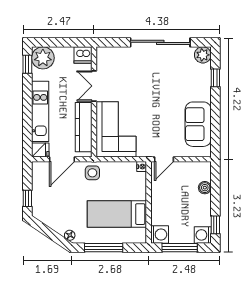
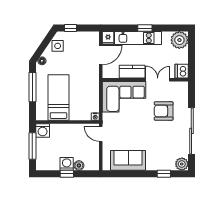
window: (27, 64) -> (145, 28), moved
armchair: (134, 78) -> (164, 111), added
kitchen counter: (84, 127) -> (132, 72), width x0.67
door: (62, 159) -> (101, 55), swing flipped
side table: (92, 173) -> (58, 46), moved
window: (215, 225) -> (67, 174), moved
washing machine: (203, 235) -> (67, 164), moved

